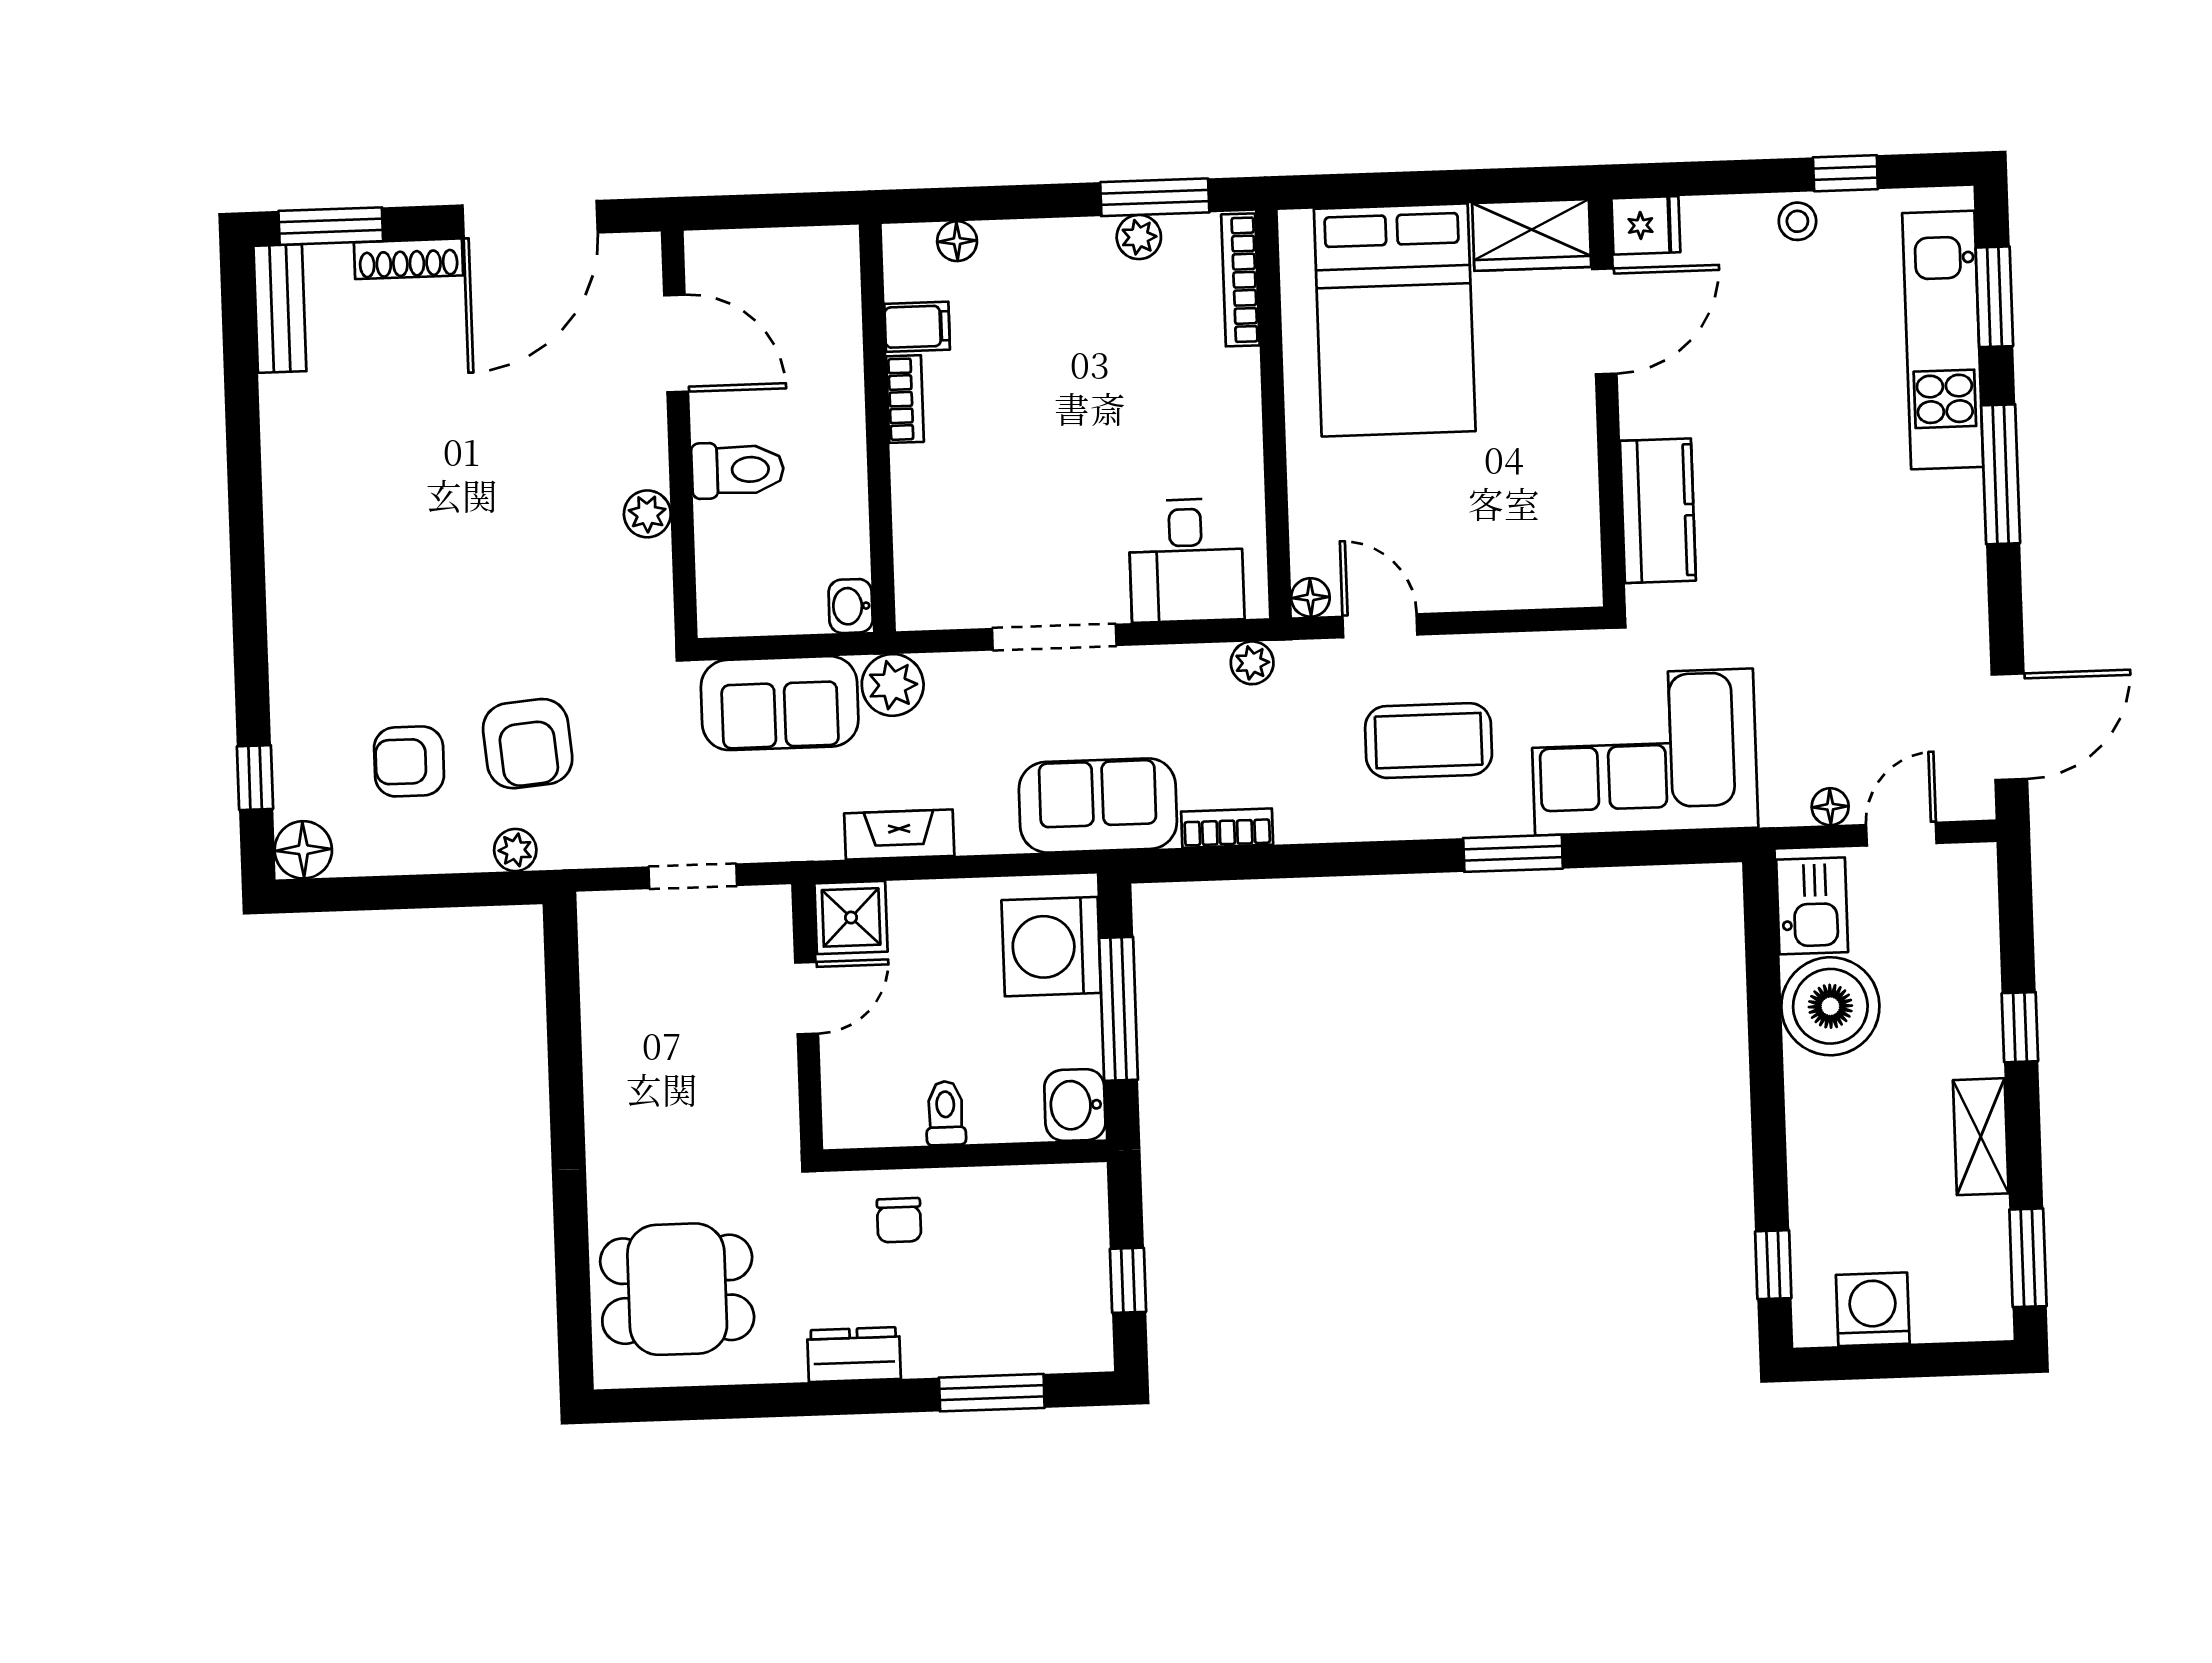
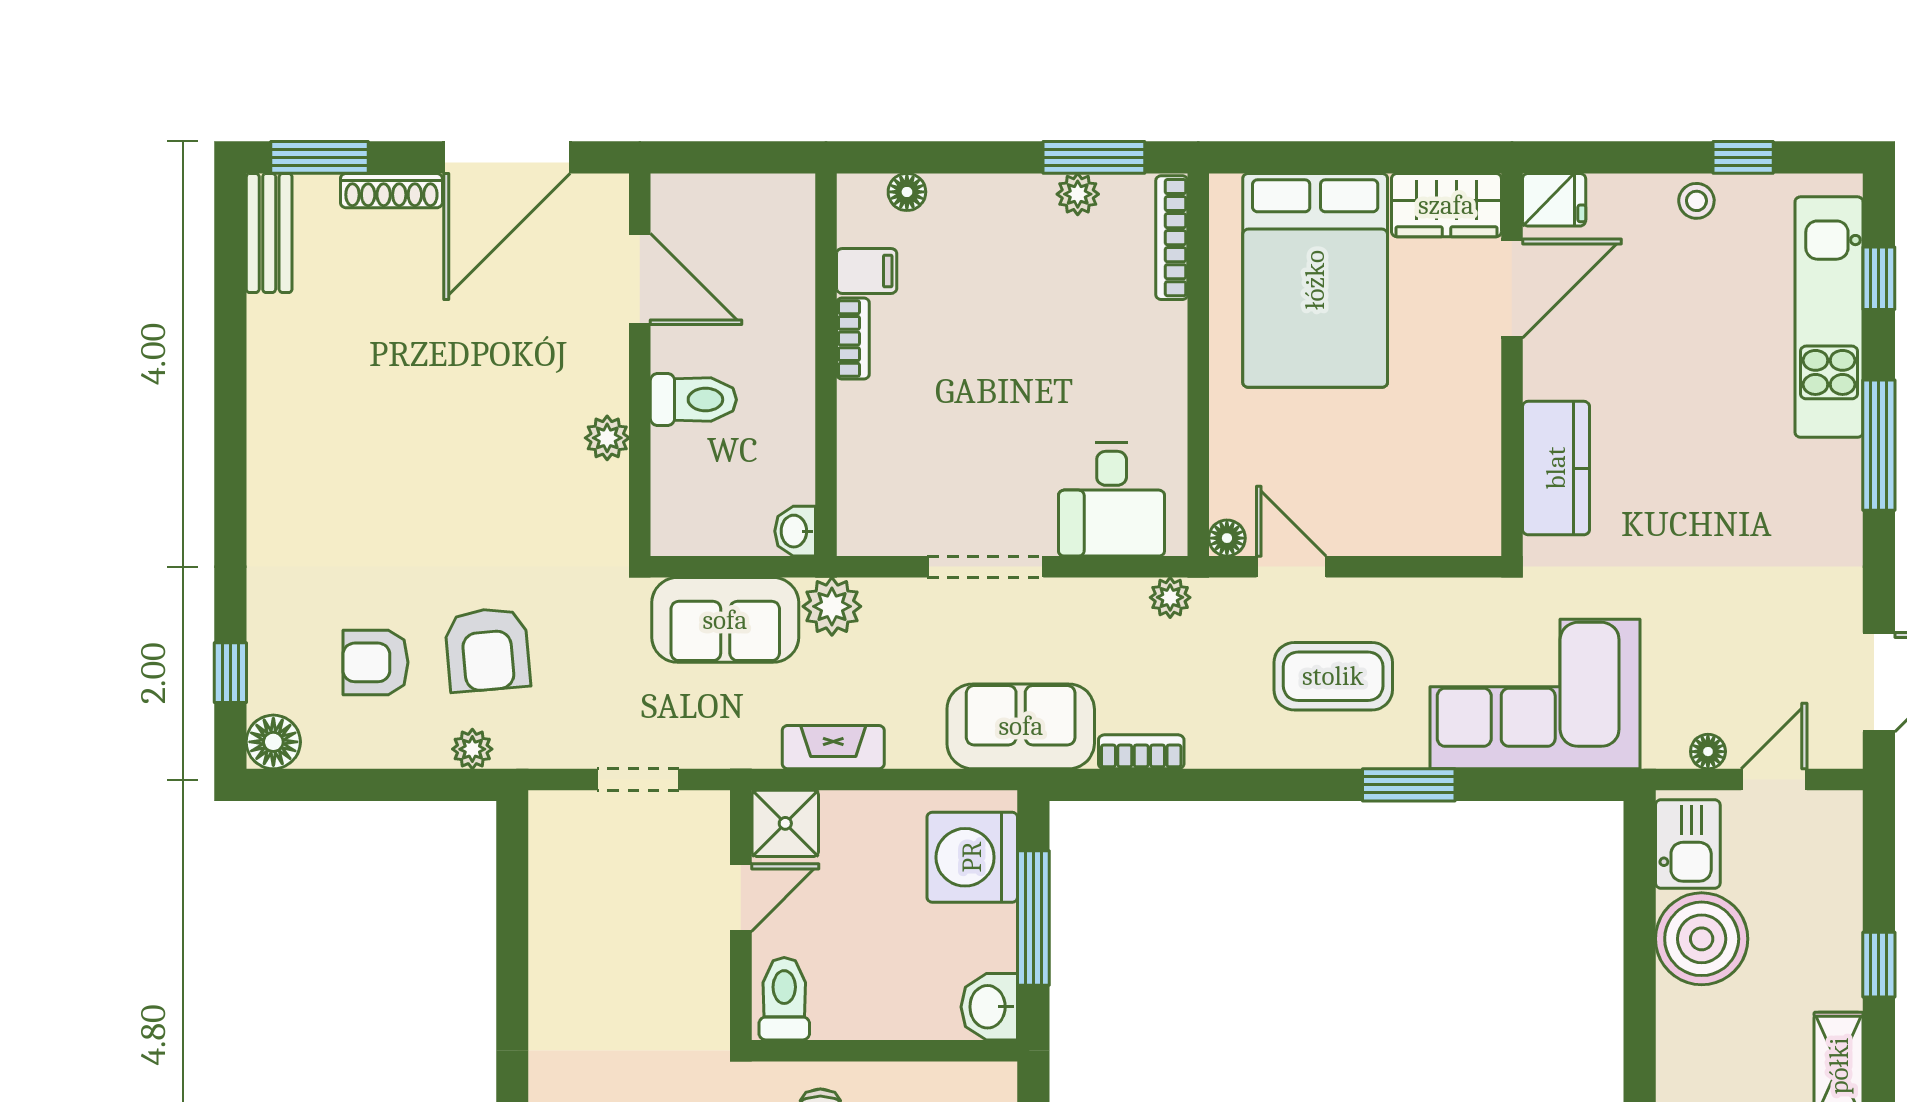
window: (1994, 297) -> (1879, 278), width x0.67
toilet: (946, 1113) -> (784, 999), moved, width x1.37, depth x1.39

